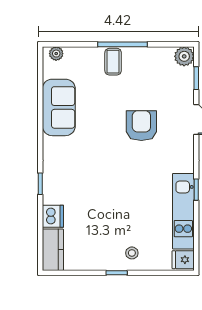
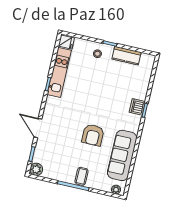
sofa: (59, 107) -> (122, 155), width x1.36
armchair: (141, 126) -> (93, 135), moved
dishwasher: (53, 216) -> (137, 107), moved
kitchen counter: (53, 250) -> (127, 56), moved, turned -90

